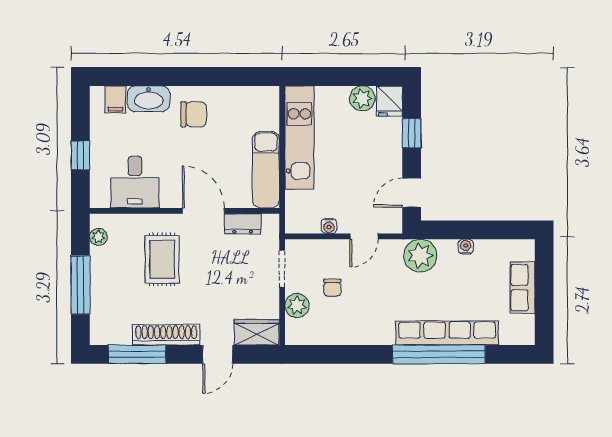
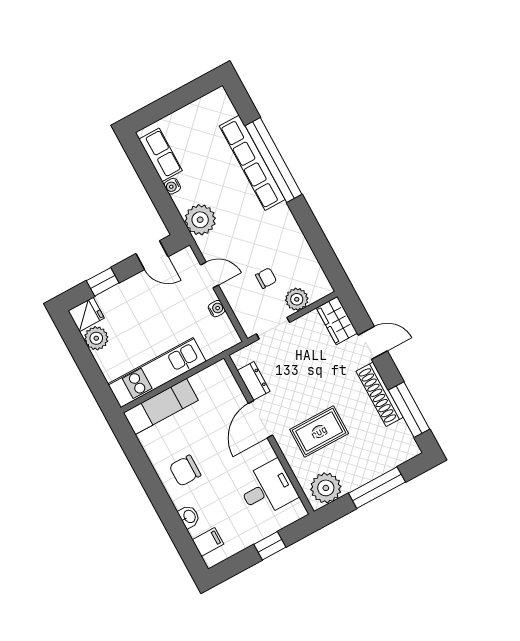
washbasin: (149, 99) -> (189, 517), width x0.52, depth x0.69
chair: (194, 114) -> (185, 471), turned -90
exam couch: (266, 170) -> (161, 406), moved
plant: (98, 237) -> (326, 488), width x1.87, depth x1.87
row of seats: (522, 288) -> (161, 155), moved, turned -90

